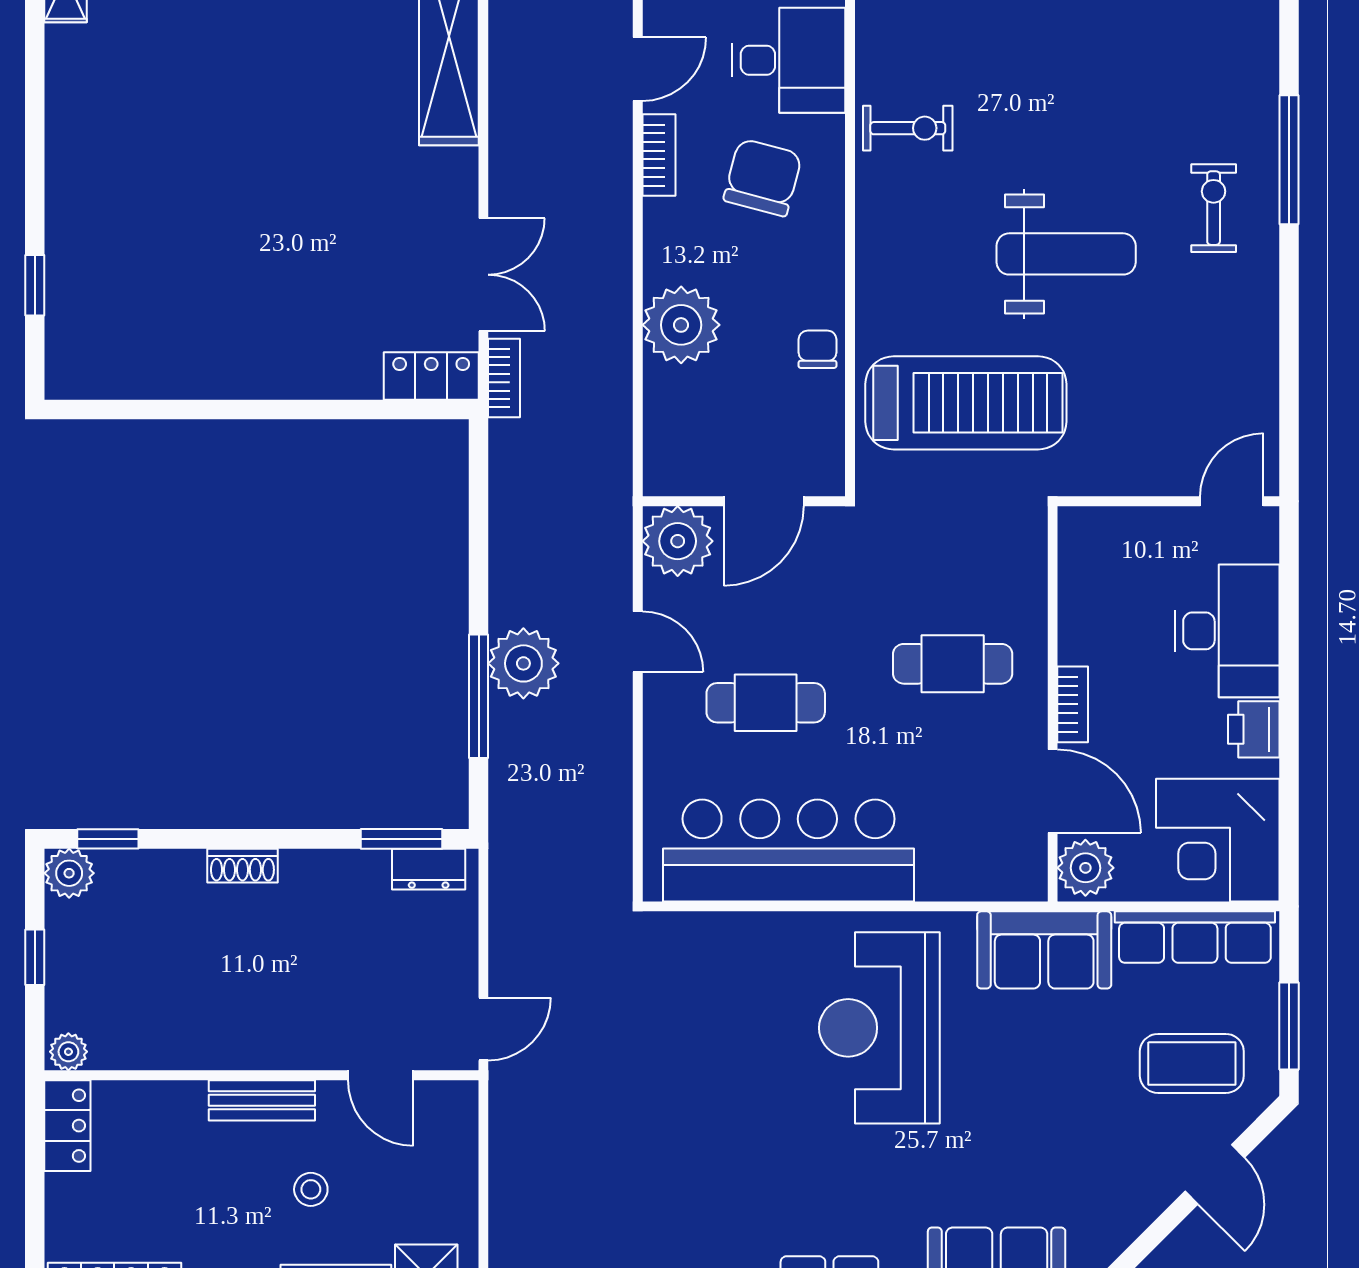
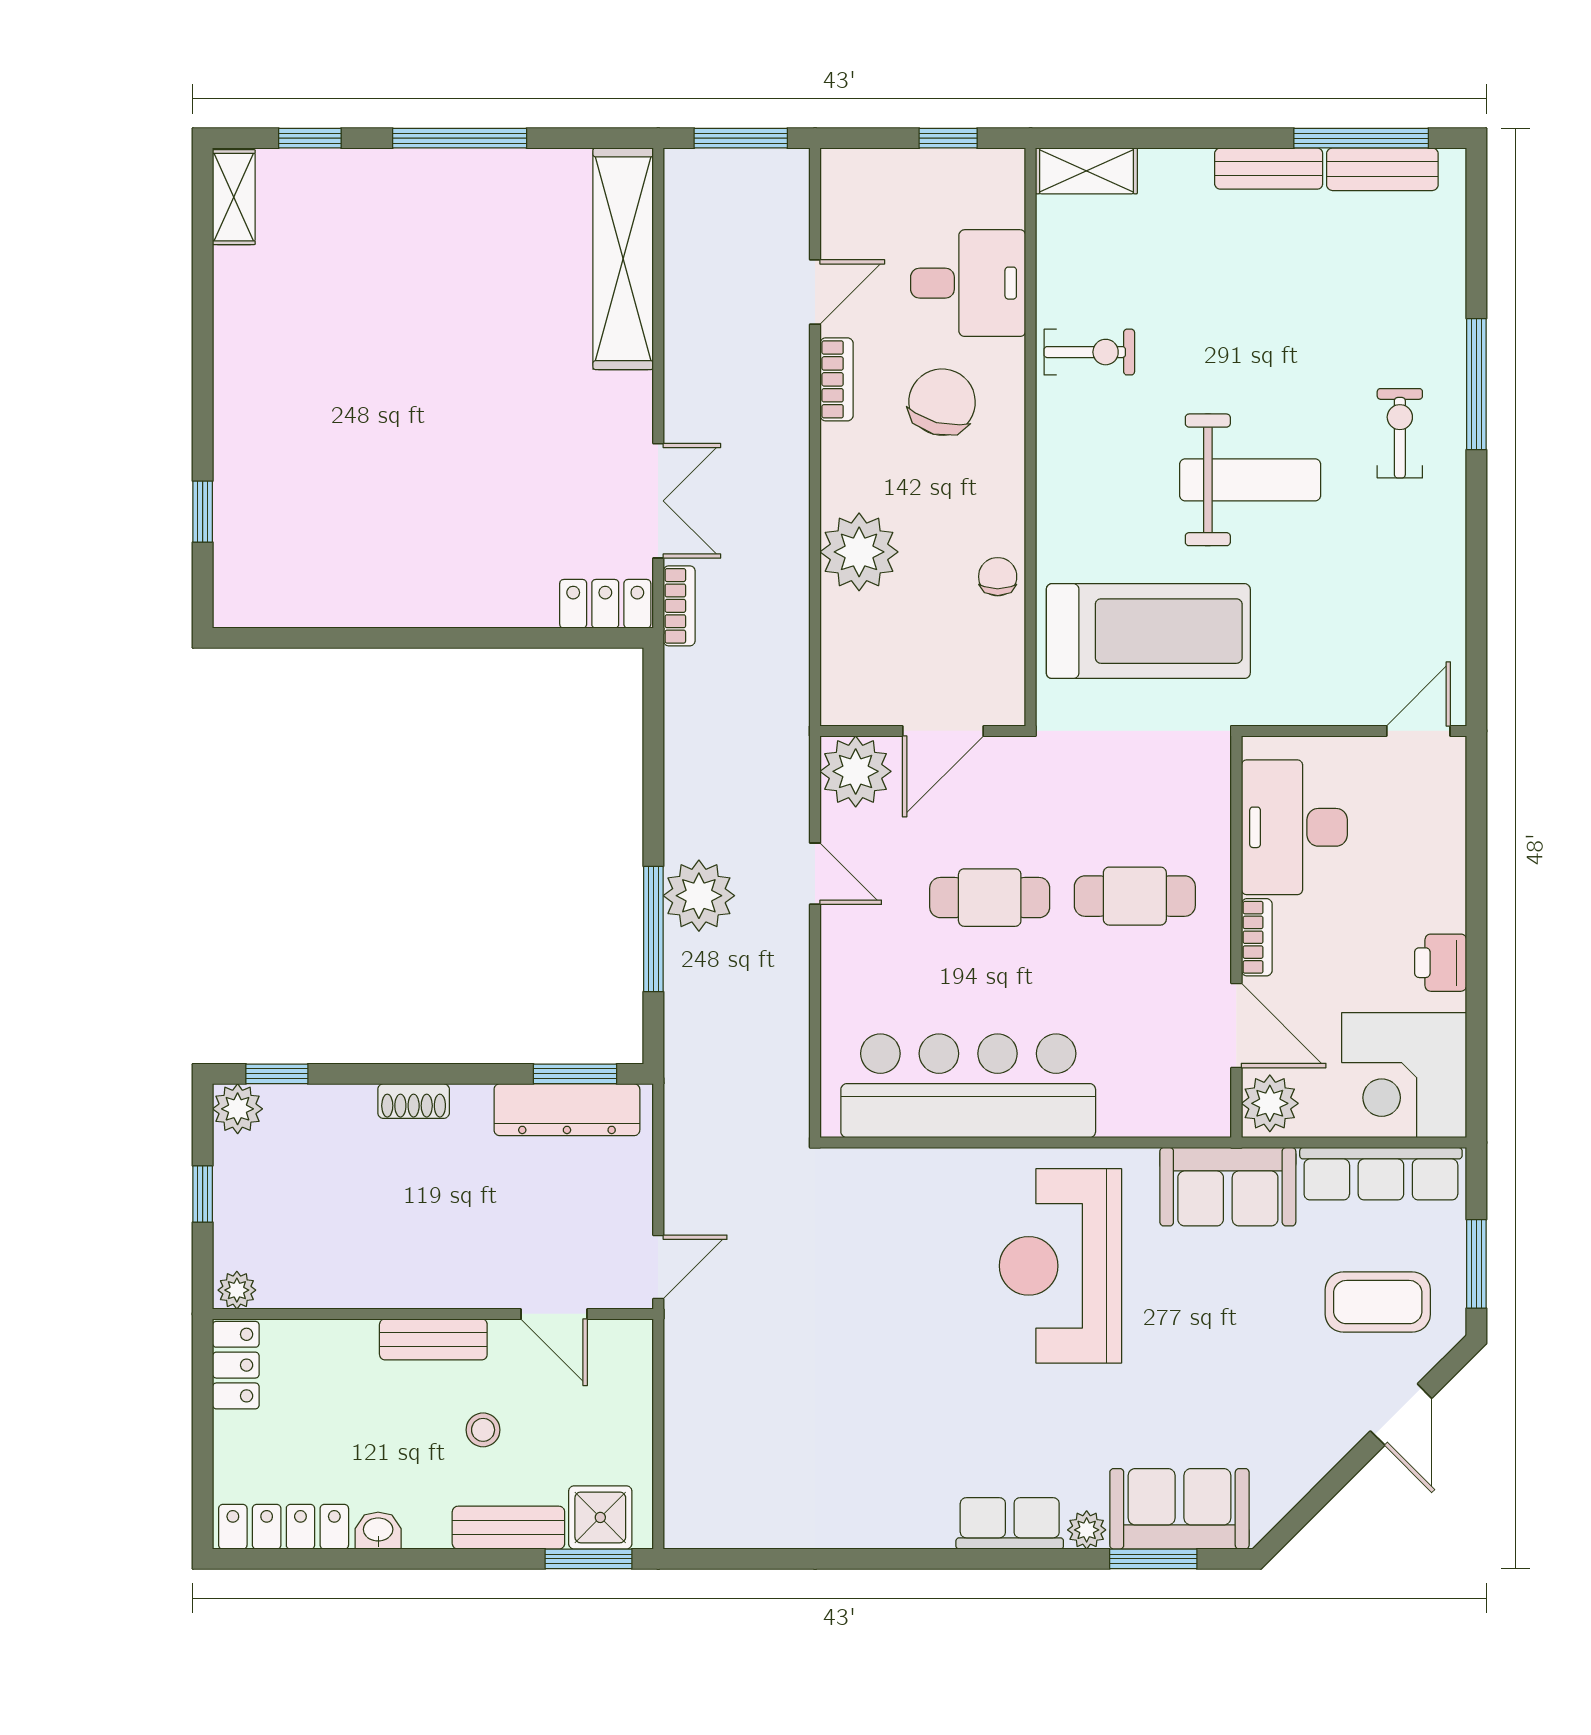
desk: (1227, 631) -> (1294, 827), moved, turned 180
cafe table: (766, 703) -> (990, 898), moved
dresser: (429, 869) -> (567, 1110), width x1.96, depth x1.24

